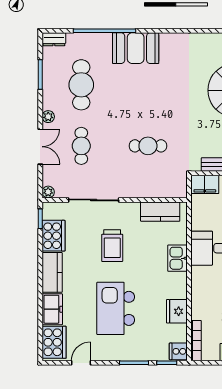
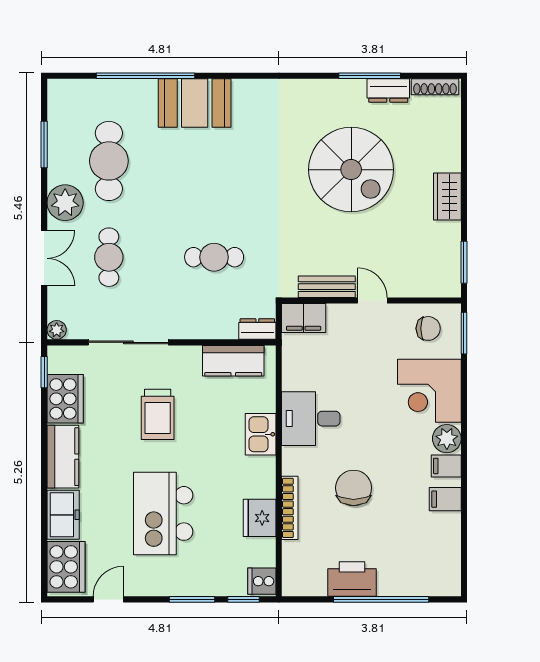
dresser: (54, 39) -> (257, 329), moved, turned 180
plant: (48, 117) -> (65, 203), width x1.87, depth x1.87
bookcase: (196, 340) -> (290, 508), moved

